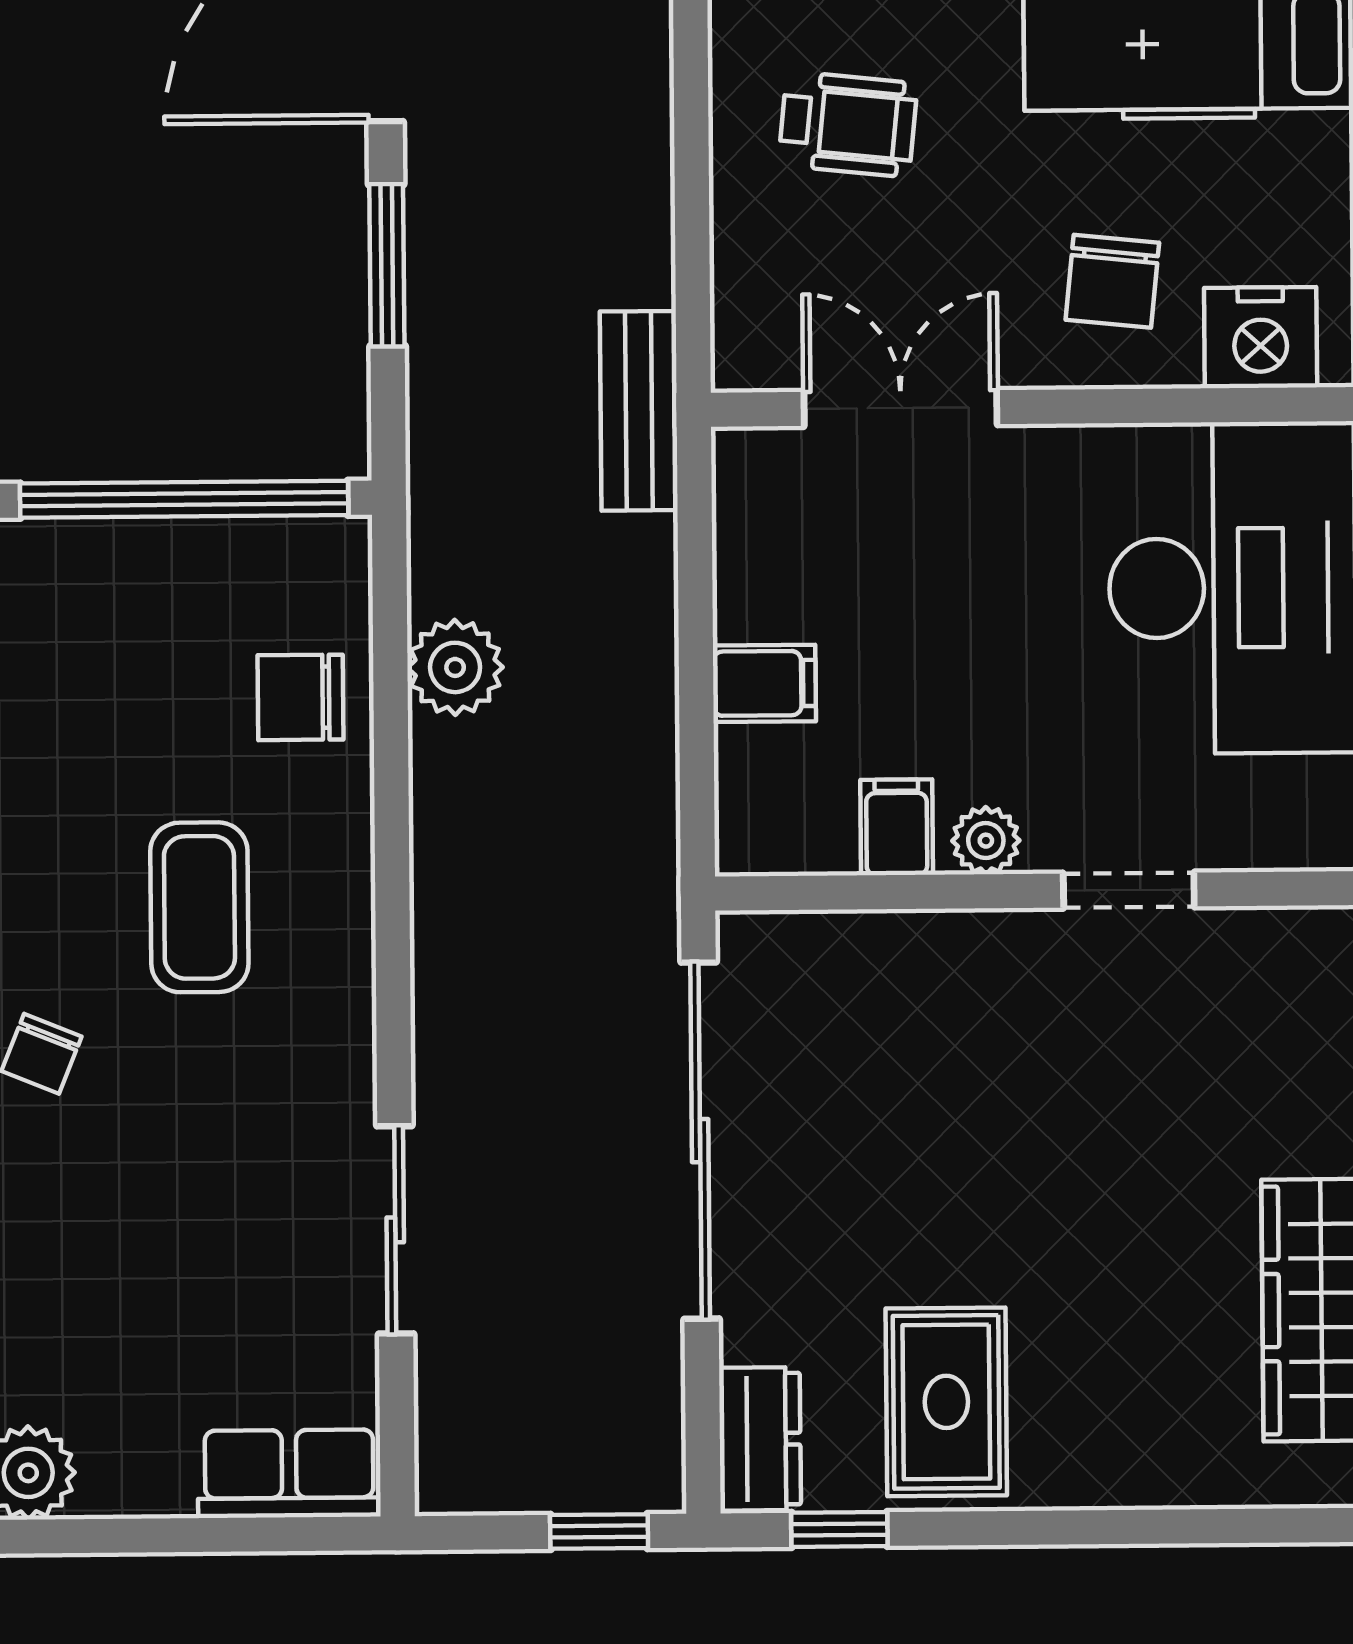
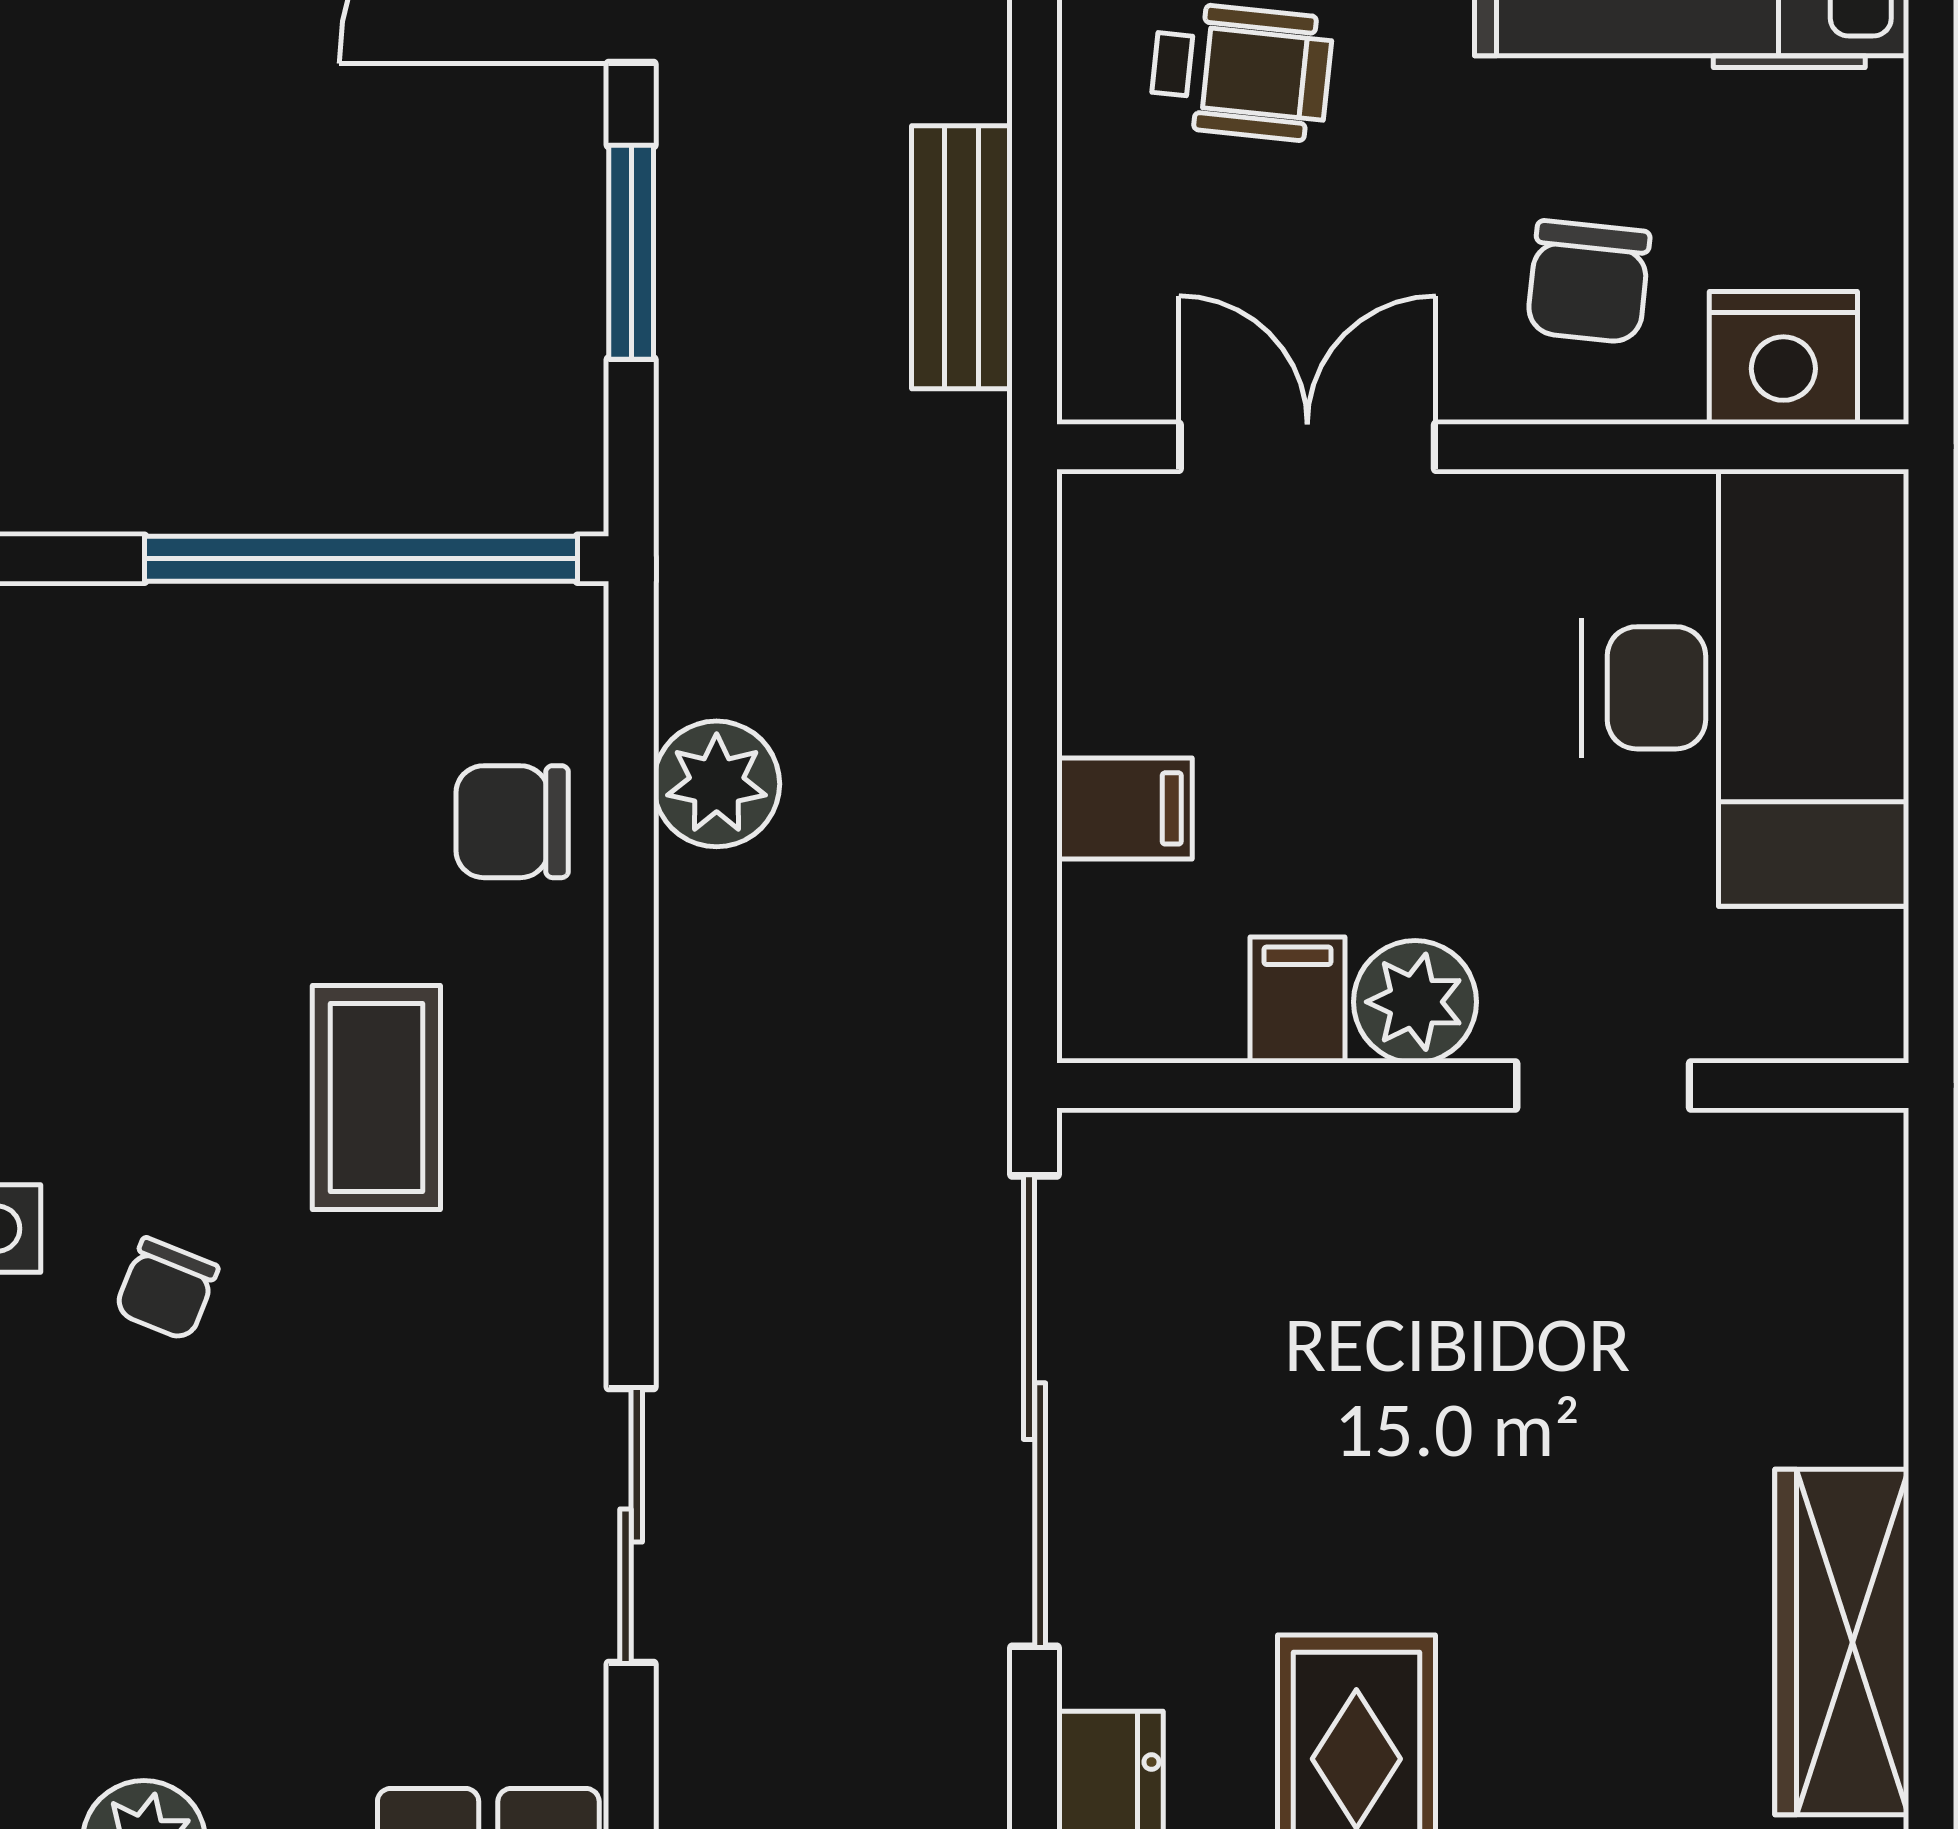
bench: (639, 411) -> (962, 257), moved
plant: (986, 841) -> (1415, 1002), width x1.38, depth x1.38

